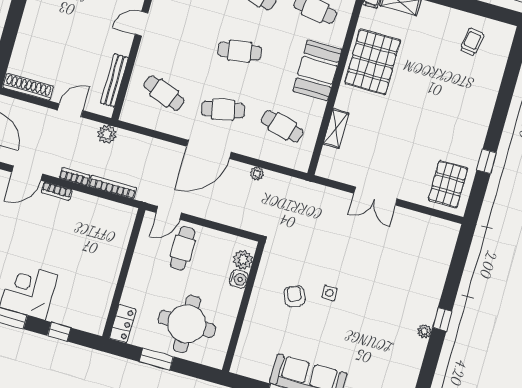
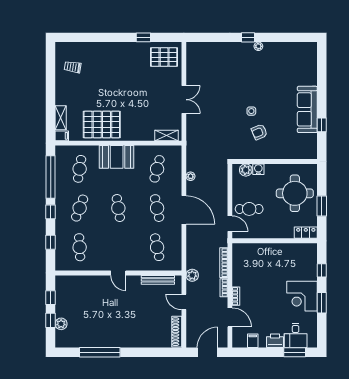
cafe table: (164, 93) -> (157, 247), turned -33
shelving: (336, 129) -> (167, 136), moved

